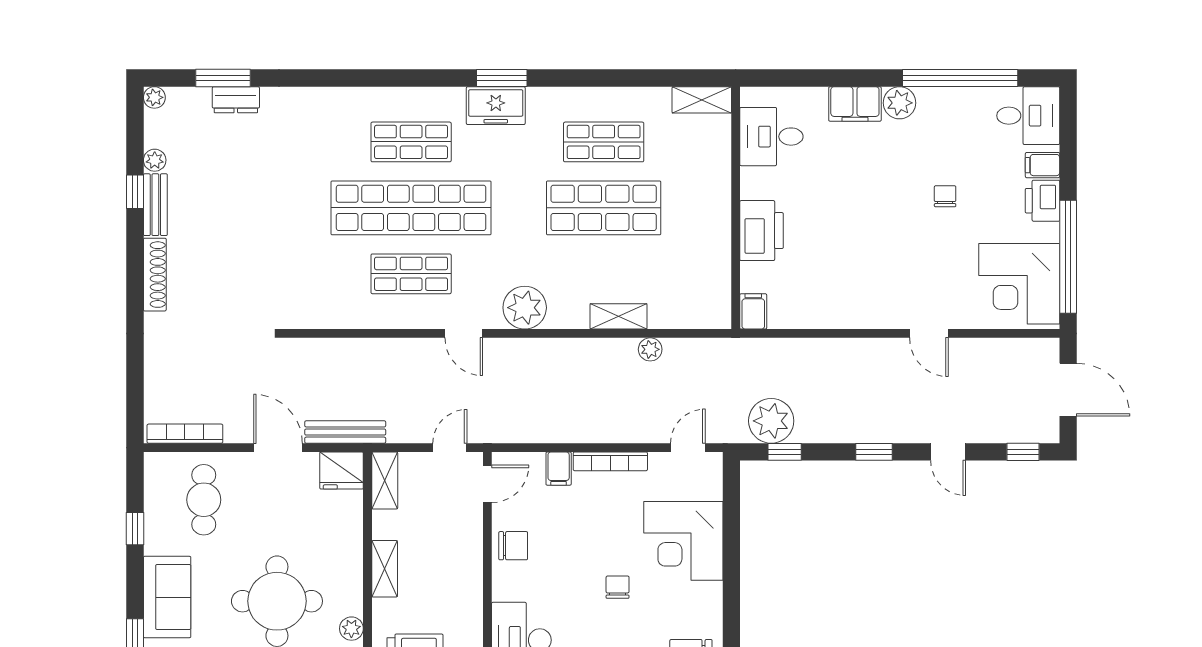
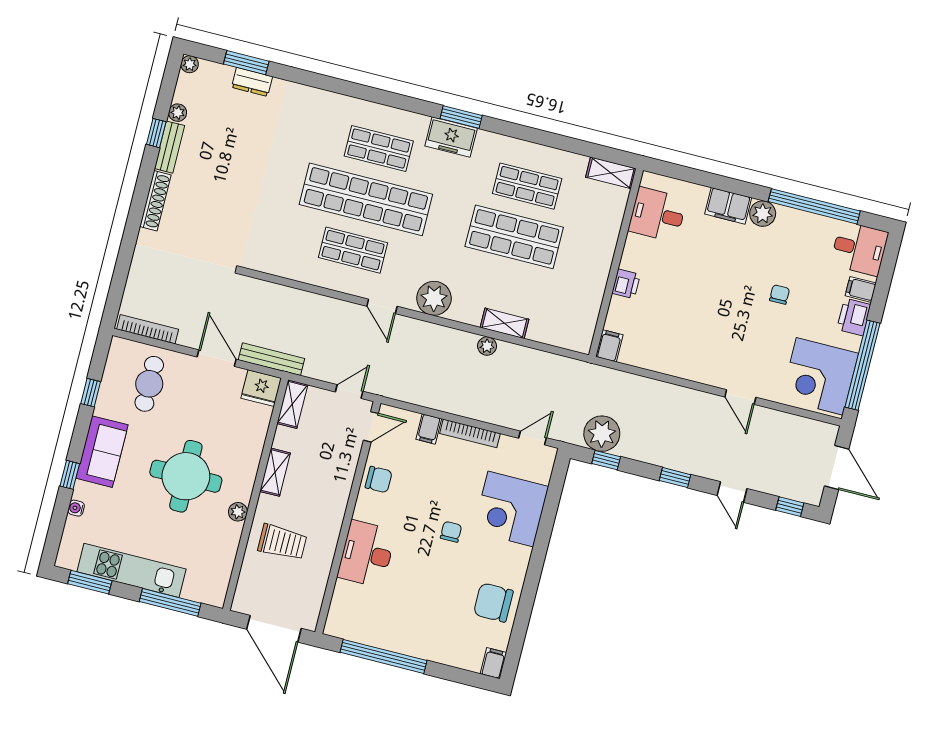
printer: (762, 231) -> (626, 284), width x0.53, depth x0.68
plant: (650, 349) -> (487, 346), moved

